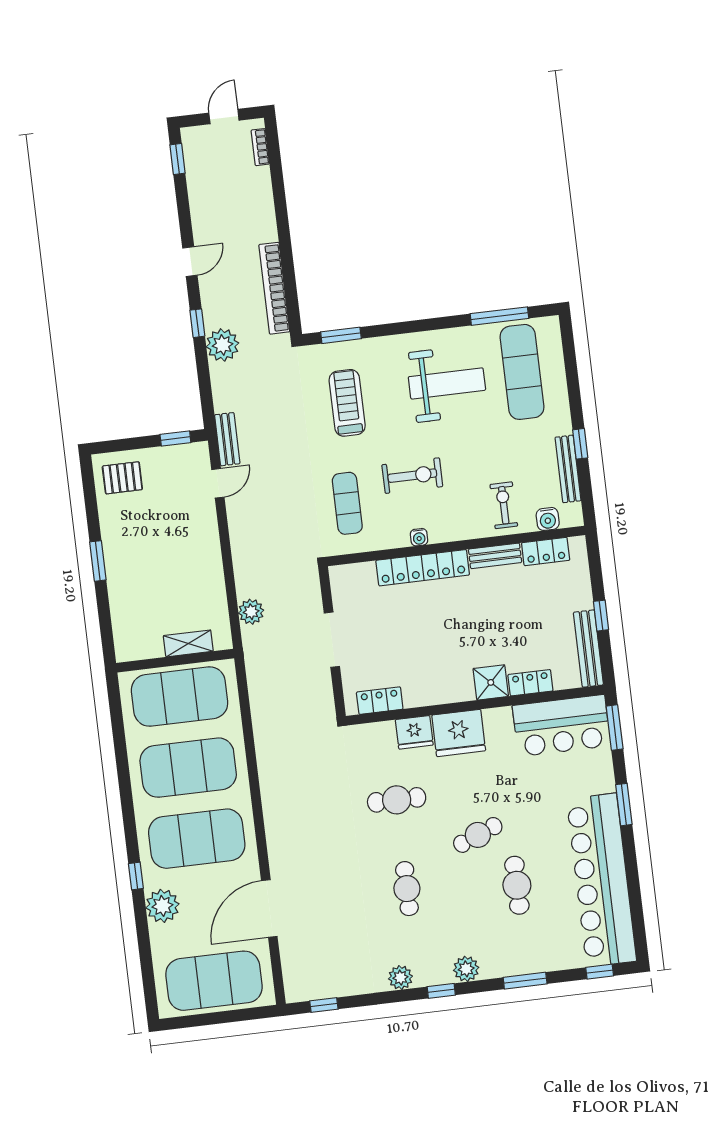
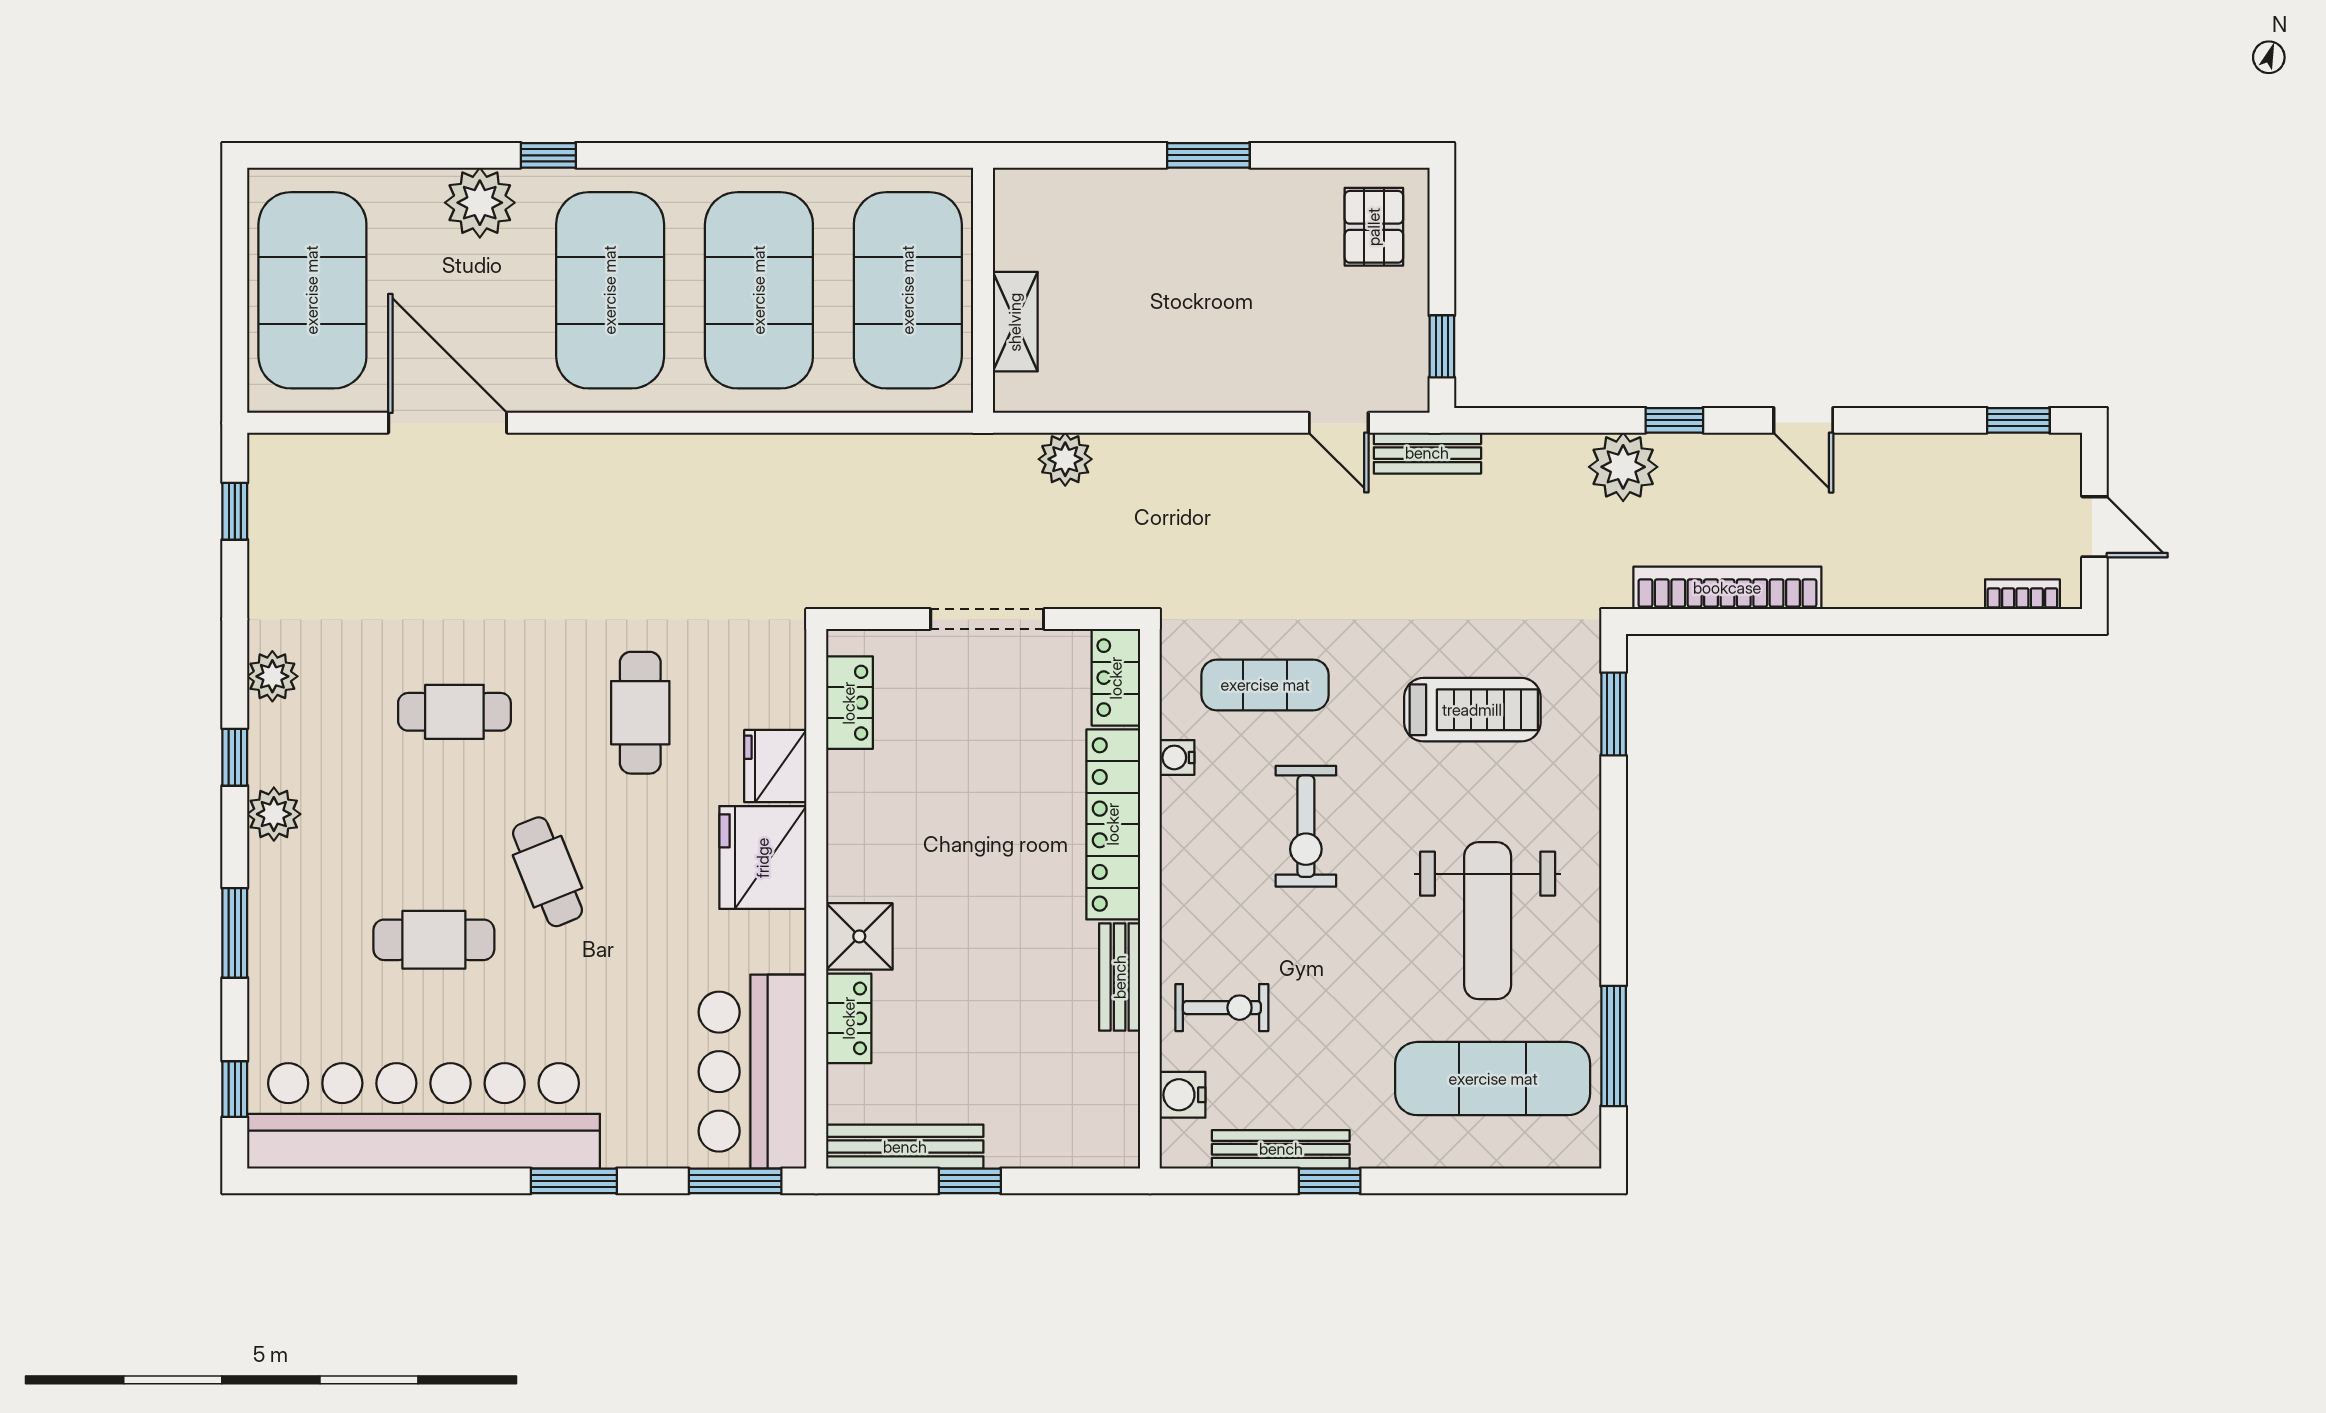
water cooler: (419, 537) -> (1177, 757), moved
locker: (546, 552) -> (1116, 678), moved

